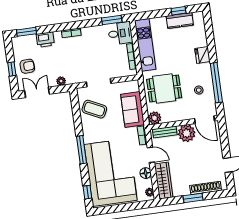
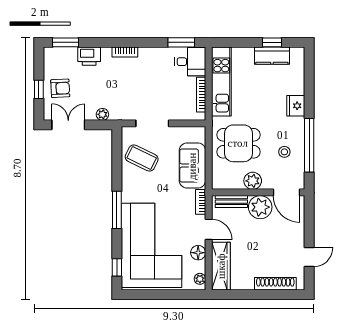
plant: (155, 118) -> (253, 181), moved
window: (193, 198) -> (257, 295), removed

